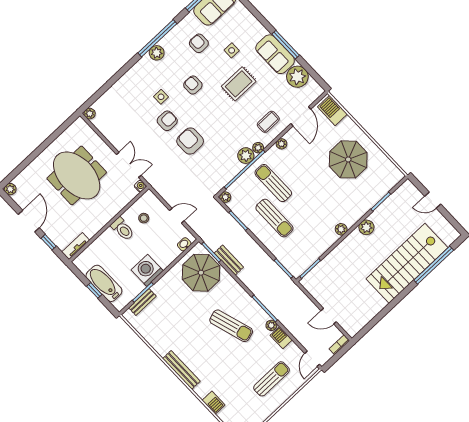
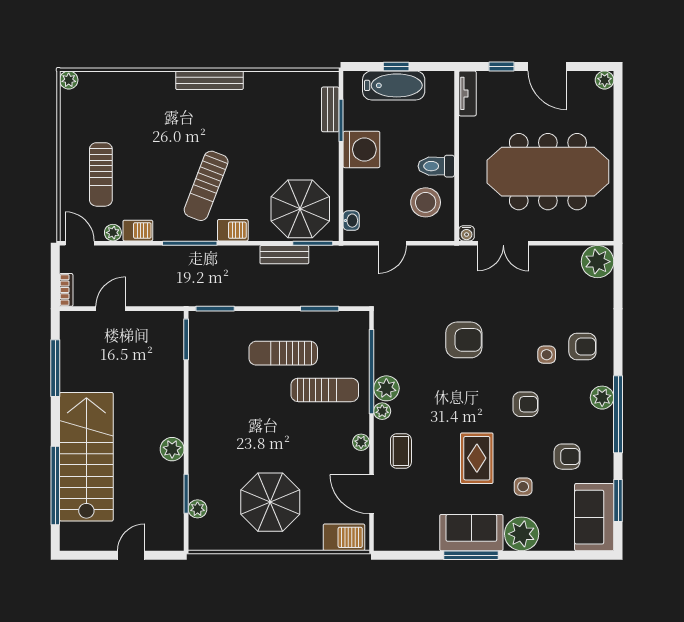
plant: (297, 77) -> (522, 534), moved
plant: (90, 114) -> (598, 262), width x1.88, depth x1.88
armchair: (167, 121) -> (582, 347), moved, turned -90
meeting table: (77, 175) -> (548, 172), width x1.36
plant: (225, 197) -> (361, 319), removed
stool: (144, 218) -> (426, 202), width x1.89, depth x1.89
plant: (341, 229) -> (197, 509), moved
window: (380, 316) -> (55, 368), added
plant: (271, 325) -> (113, 233), moved
sun lounger: (231, 326) -> (206, 186), turned -52
barbecue: (214, 403) -> (233, 230), moved, turned 180

